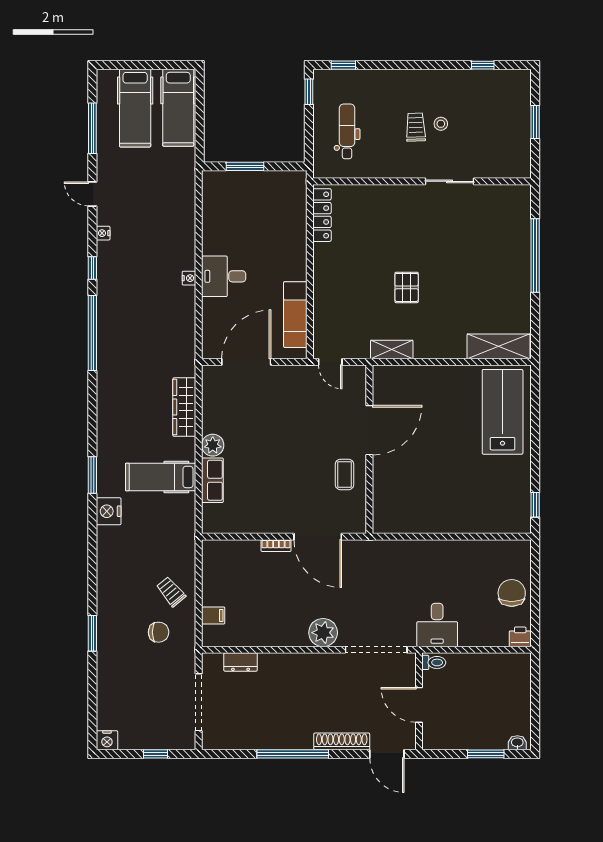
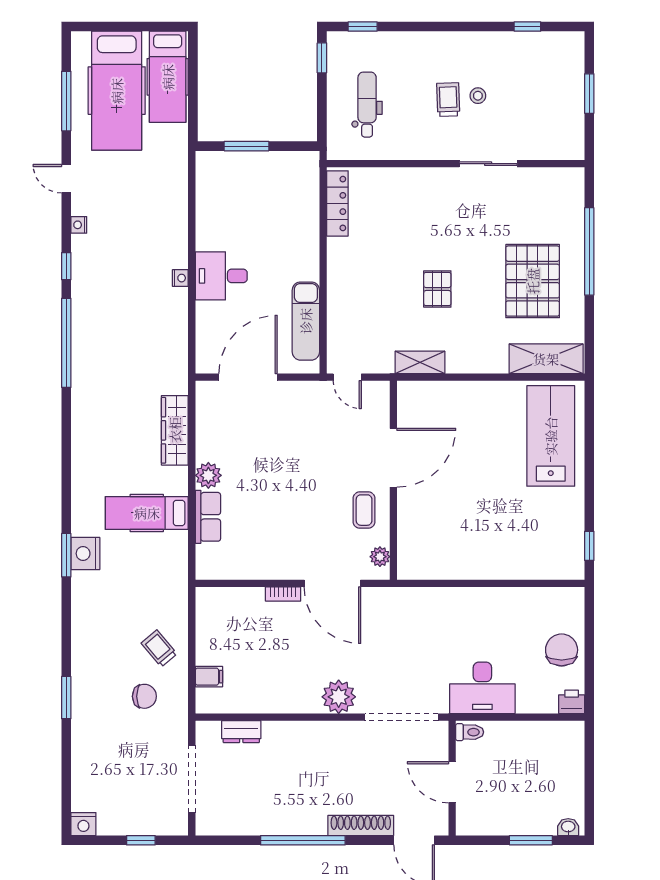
hospital bed: (135, 108) -> (117, 91), width x1.37, depth x1.29
pallet: (487, 281) -> (533, 281), added
window: (92, 475) -> (66, 555), moved
plant: (358, 514) -> (380, 557), added
desk: (437, 625) -> (482, 688), width x1.37

